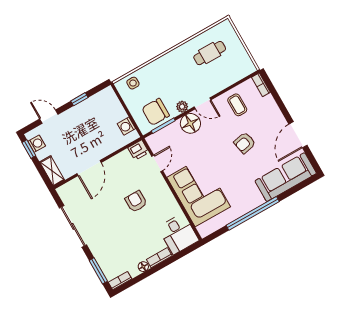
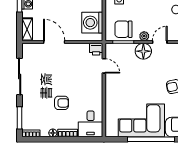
door: (202, 103) -> (160, 42), swing flipped
washing machine: (126, 126) -> (92, 23), width x1.89, depth x1.89
door: (157, 163) -> (104, 66), hinge flipped
door: (89, 168) -> (54, 42), swing flipped
corner sofa: (199, 192) -> (141, 120), moved, turned -90
armchair: (136, 201) -> (61, 103), moved, turned 90

